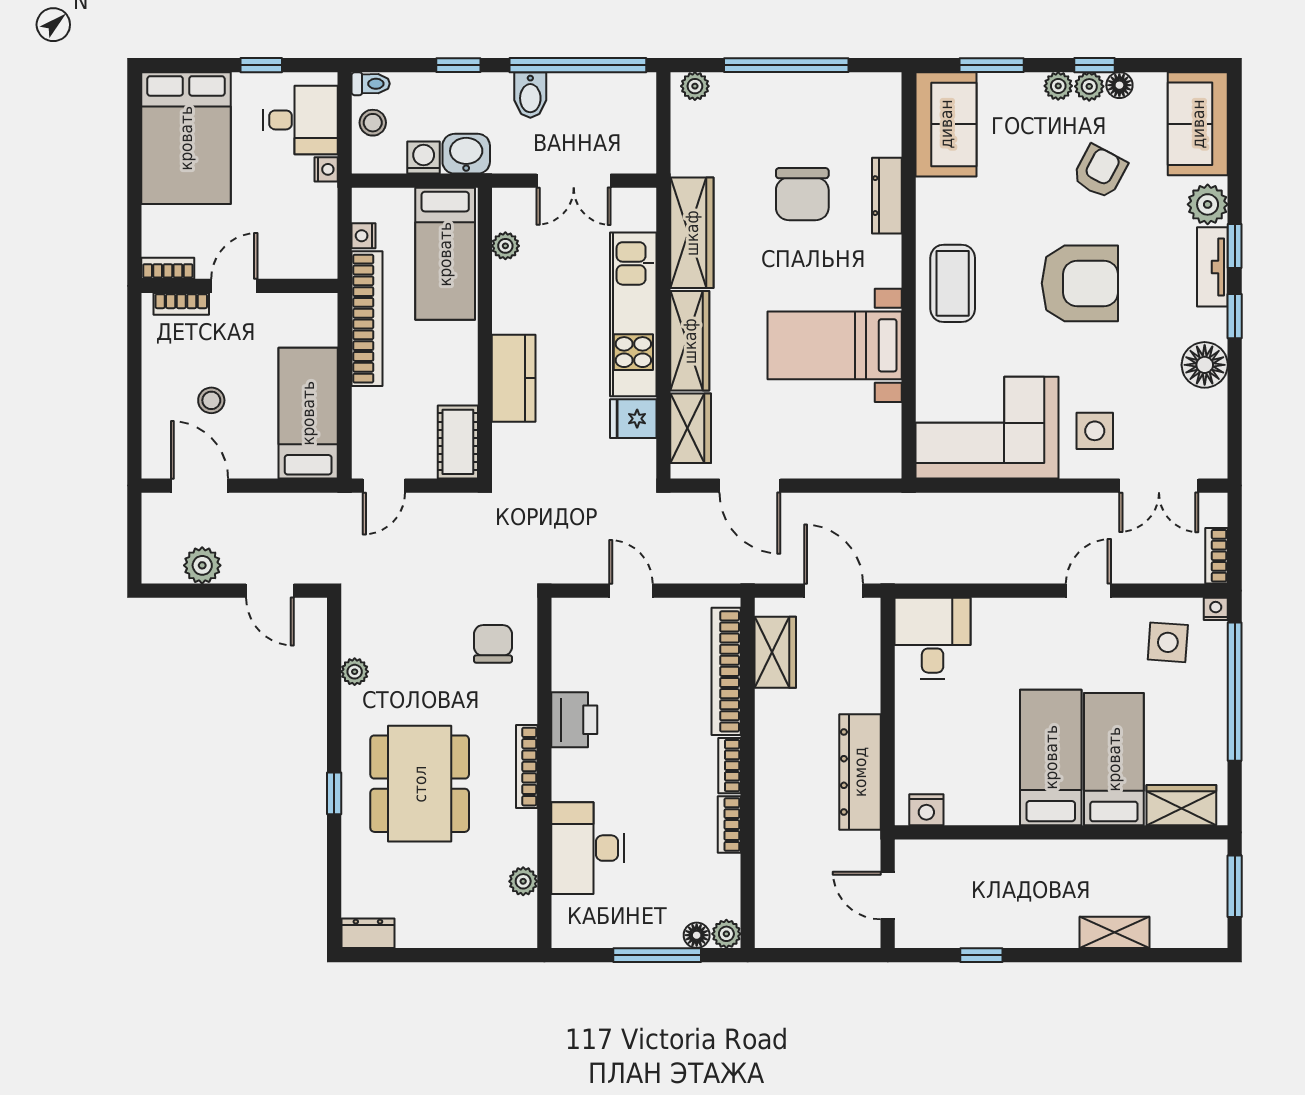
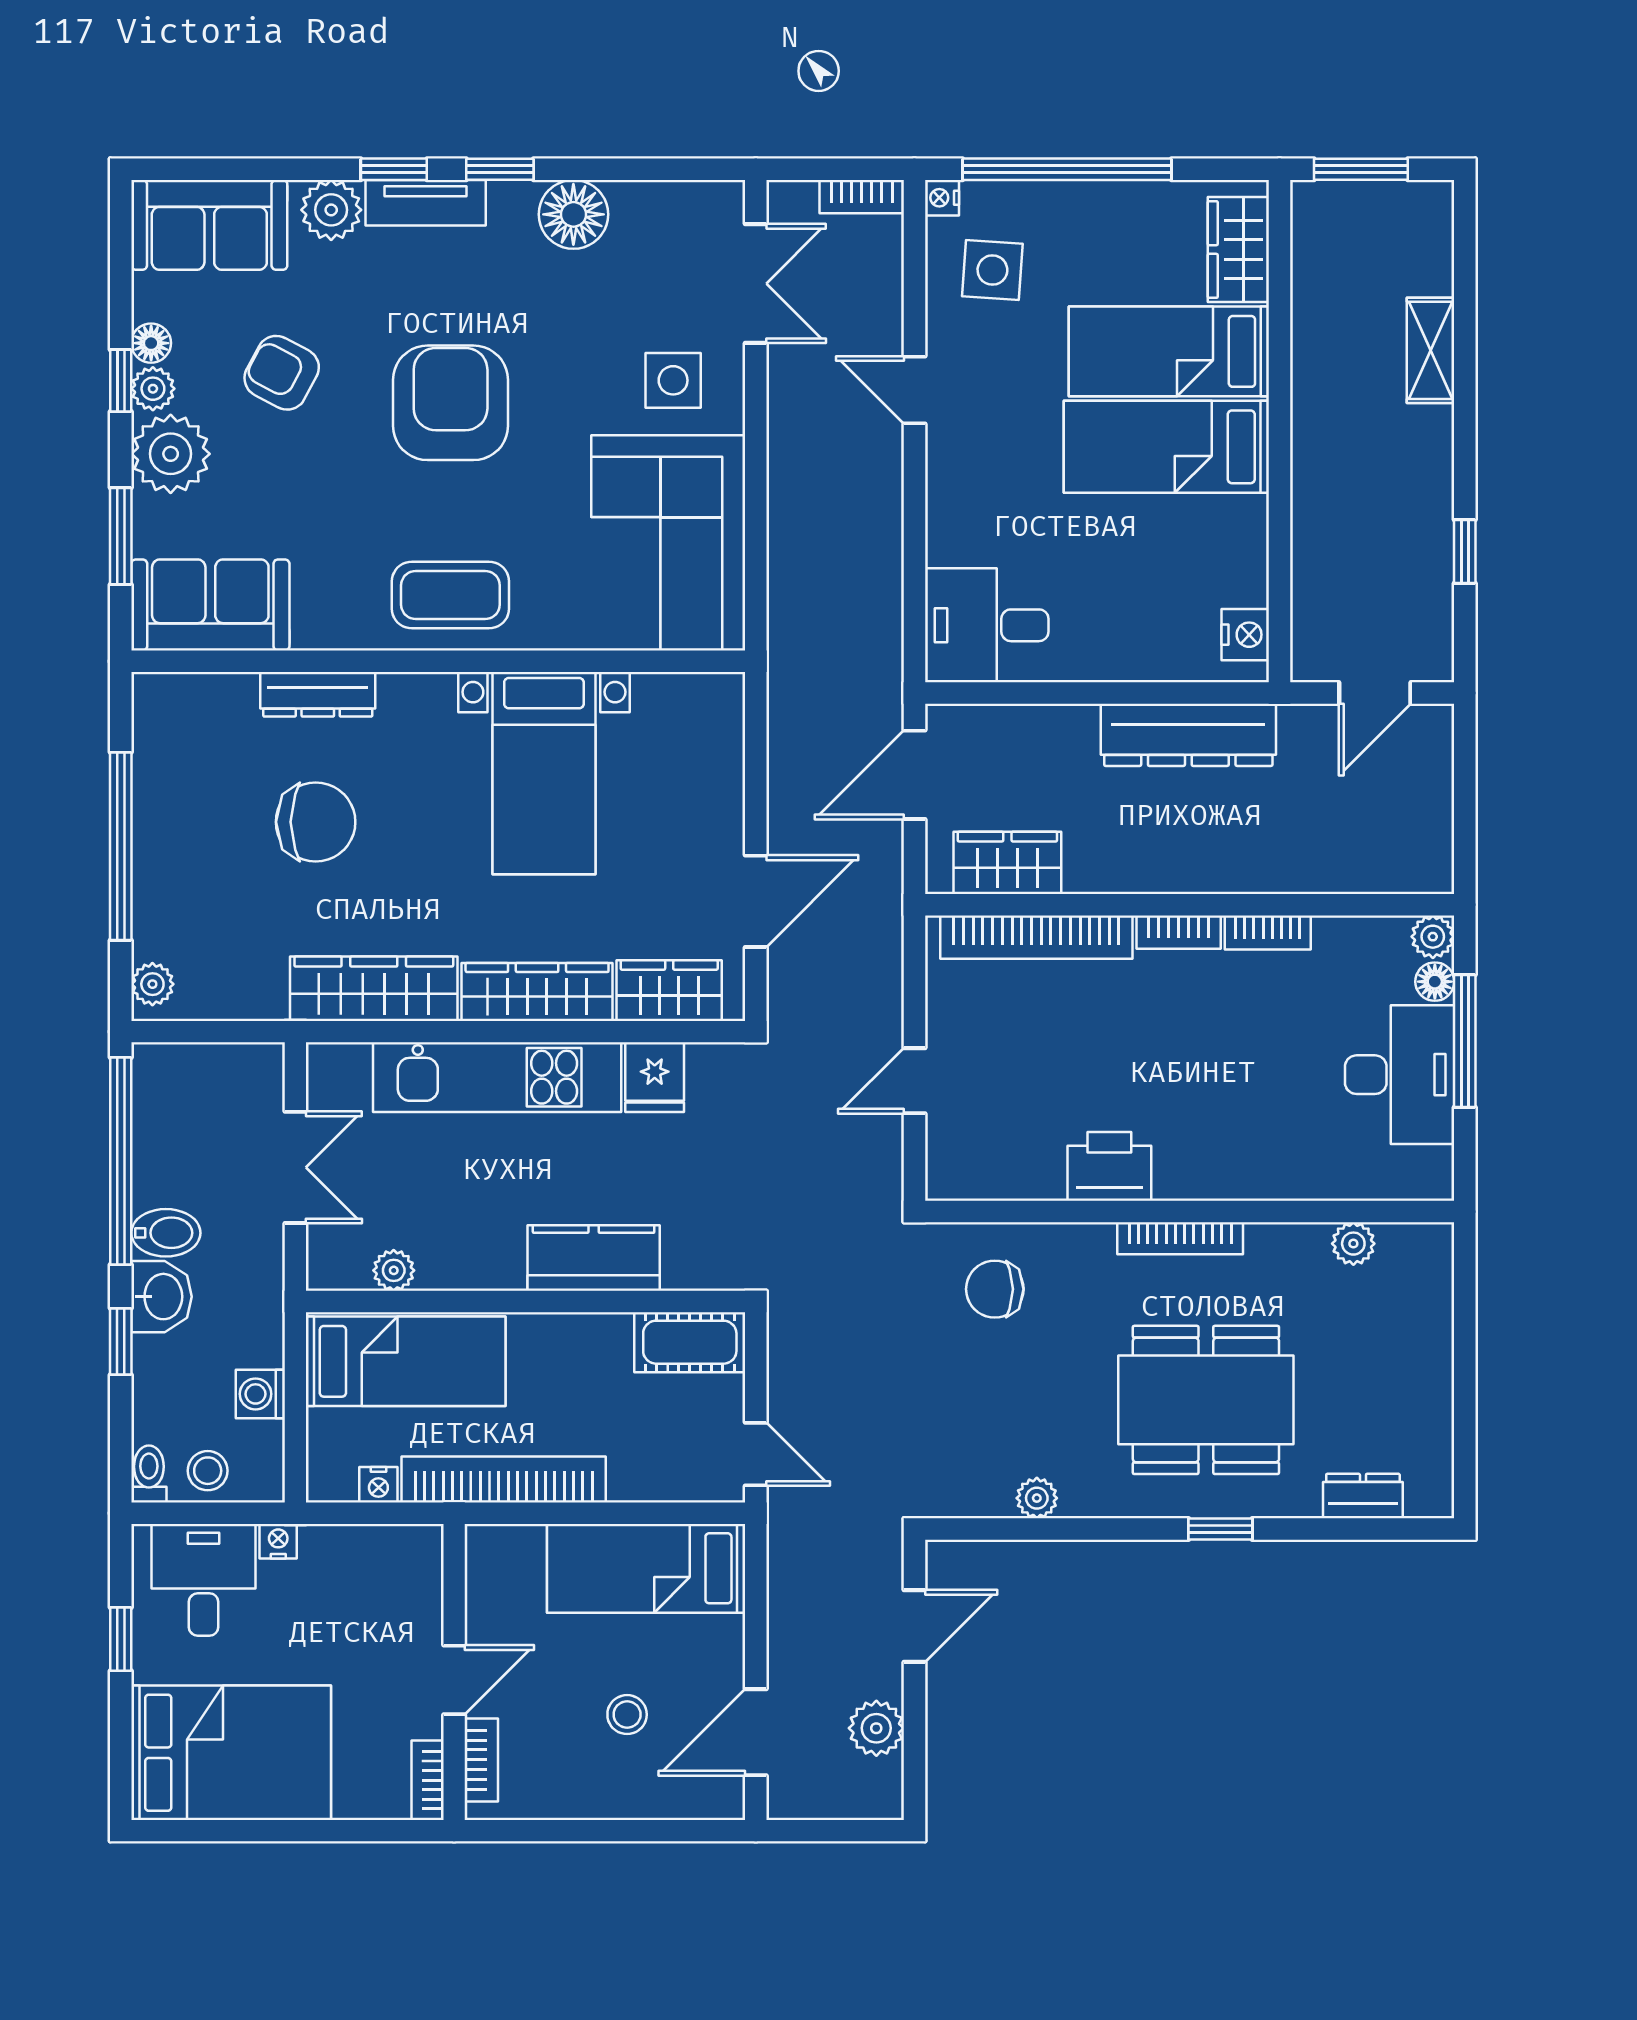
plant: (1058, 86) -> (171, 454), width x1.88, depth x1.88
washbasin: (466, 154) -> (162, 1297), moved, turned 180
door: (234, 286) -> (454, 1680), swing flipped
desk: (587, 848) -> (1400, 1075), moved, turned -90
dresser: (368, 933) -> (1363, 1496), moved, turned 90

